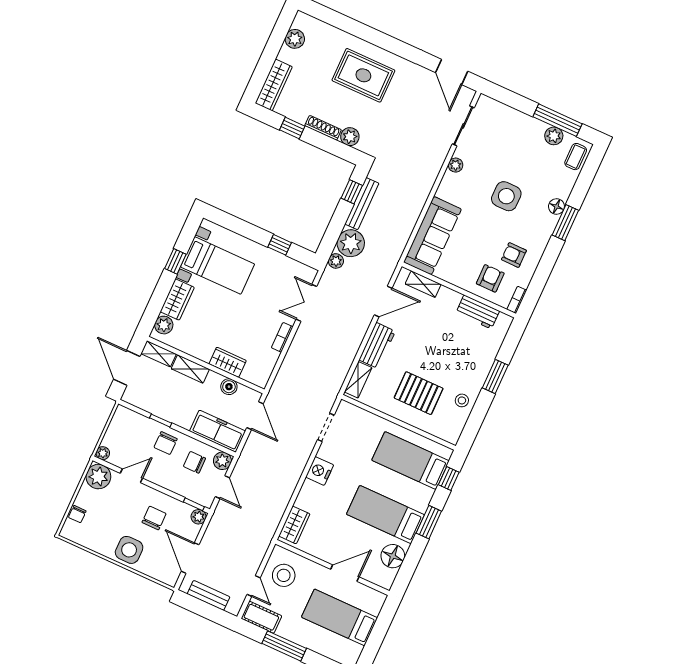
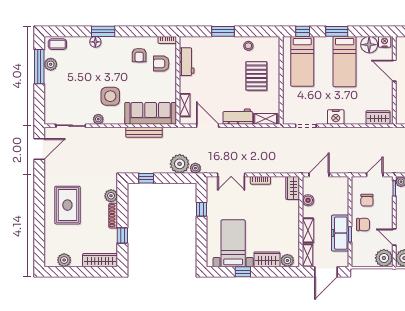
side table: (506, 196) -> (110, 96), moved
bench: (362, 204) -> (144, 132), moved
wardrobe: (228, 362) -> (293, 188), moved
freezer: (218, 431) -> (340, 233), moved
plant: (103, 453) -> (384, 258), width x1.88, depth x1.88
plant: (222, 461) -> (358, 183), removed
nightstand: (387, 577) -> (385, 42), added

